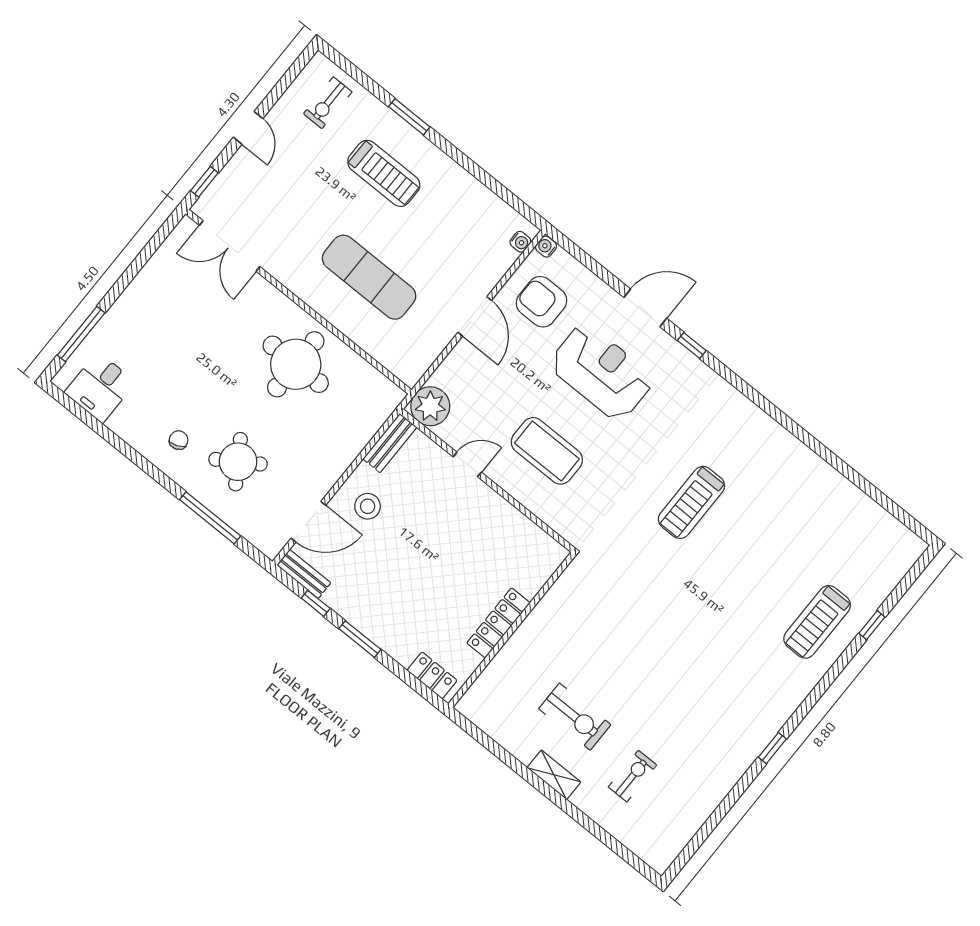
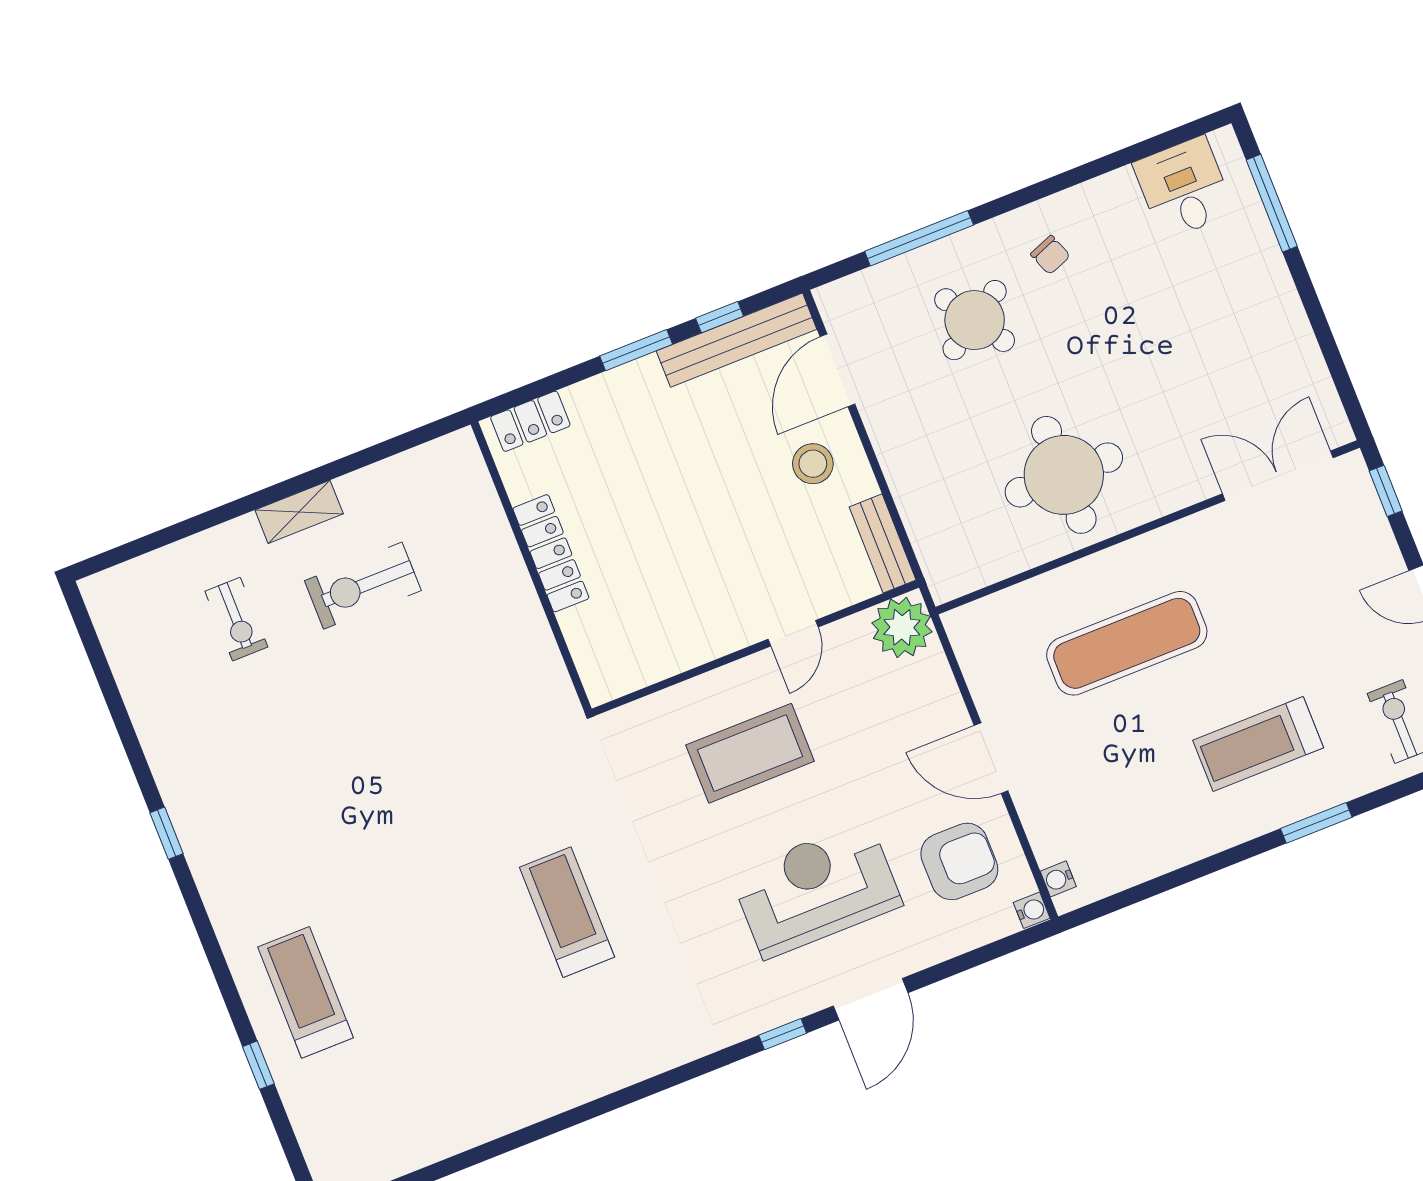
reception desk: (601, 372) -> (816, 889), turned 180
bench: (304, 574) -> (737, 340), width x1.86, depth x1.21

